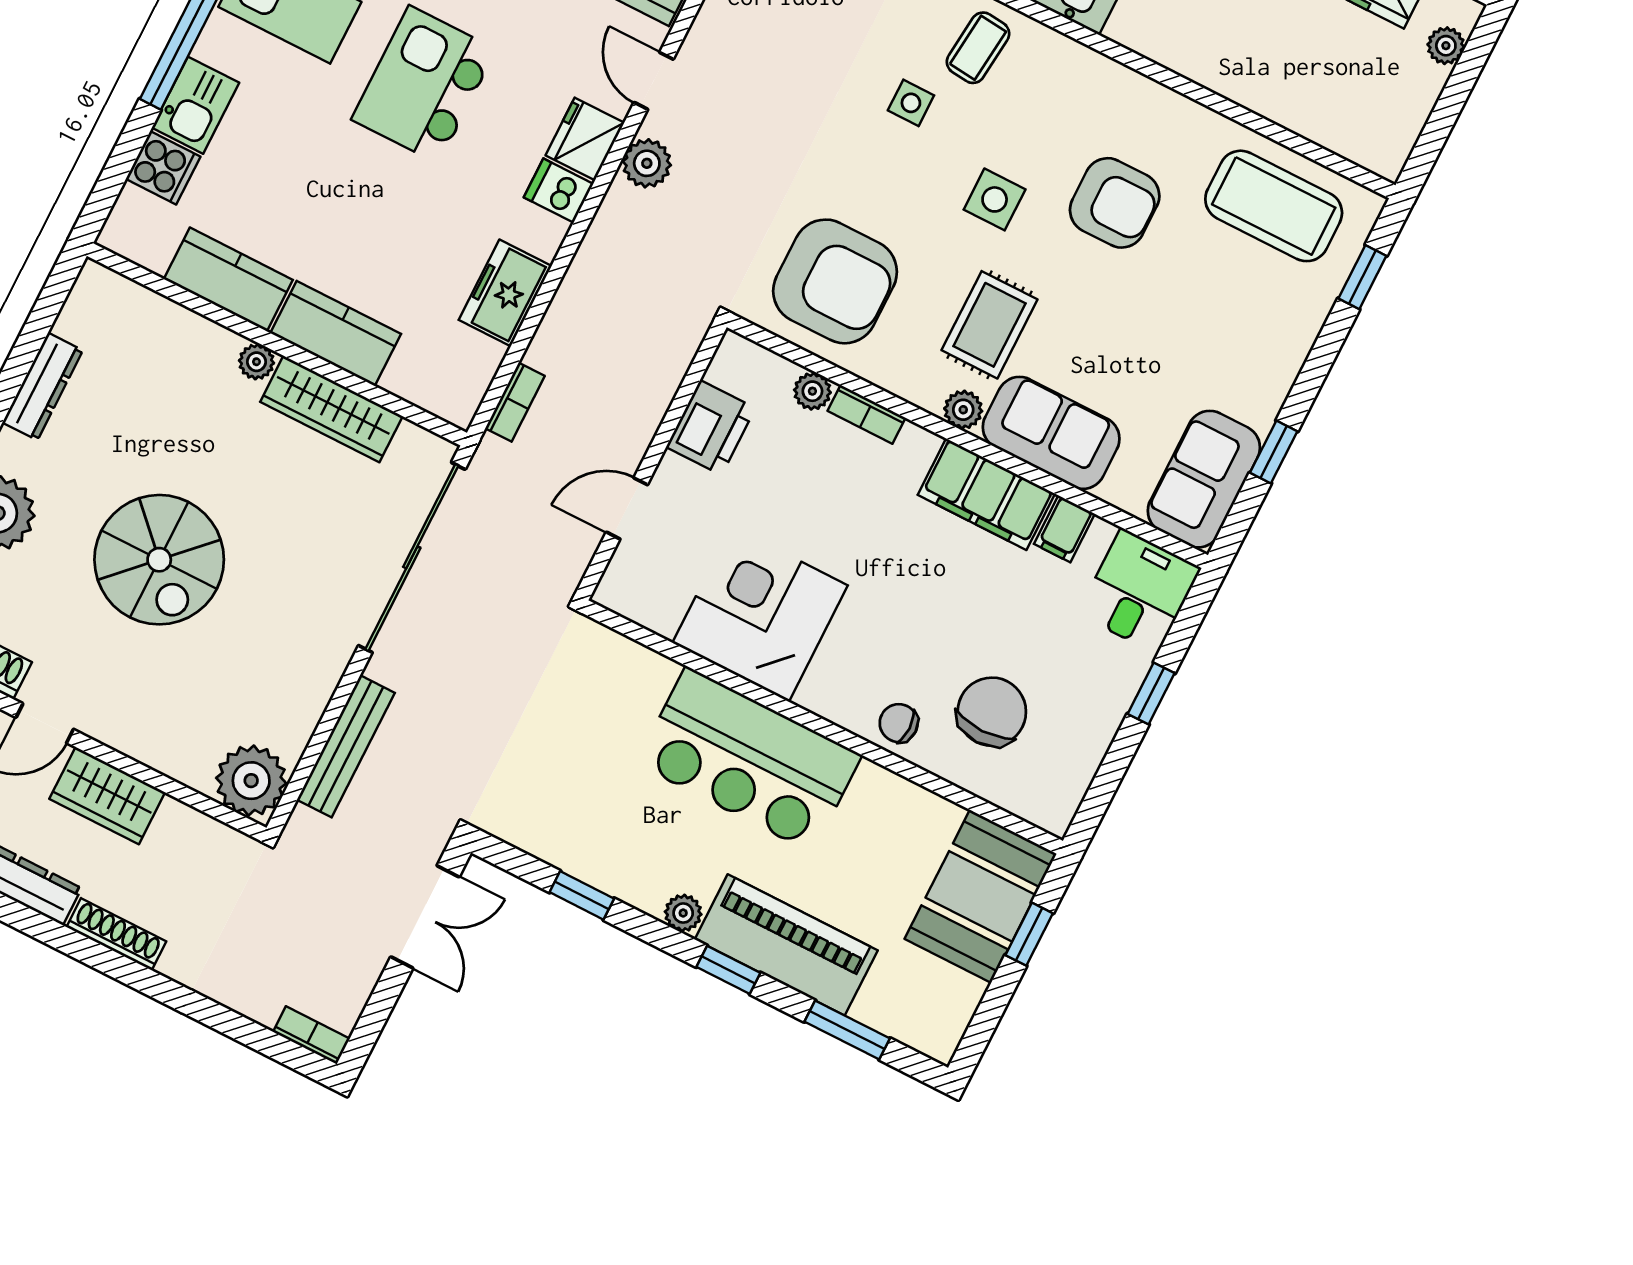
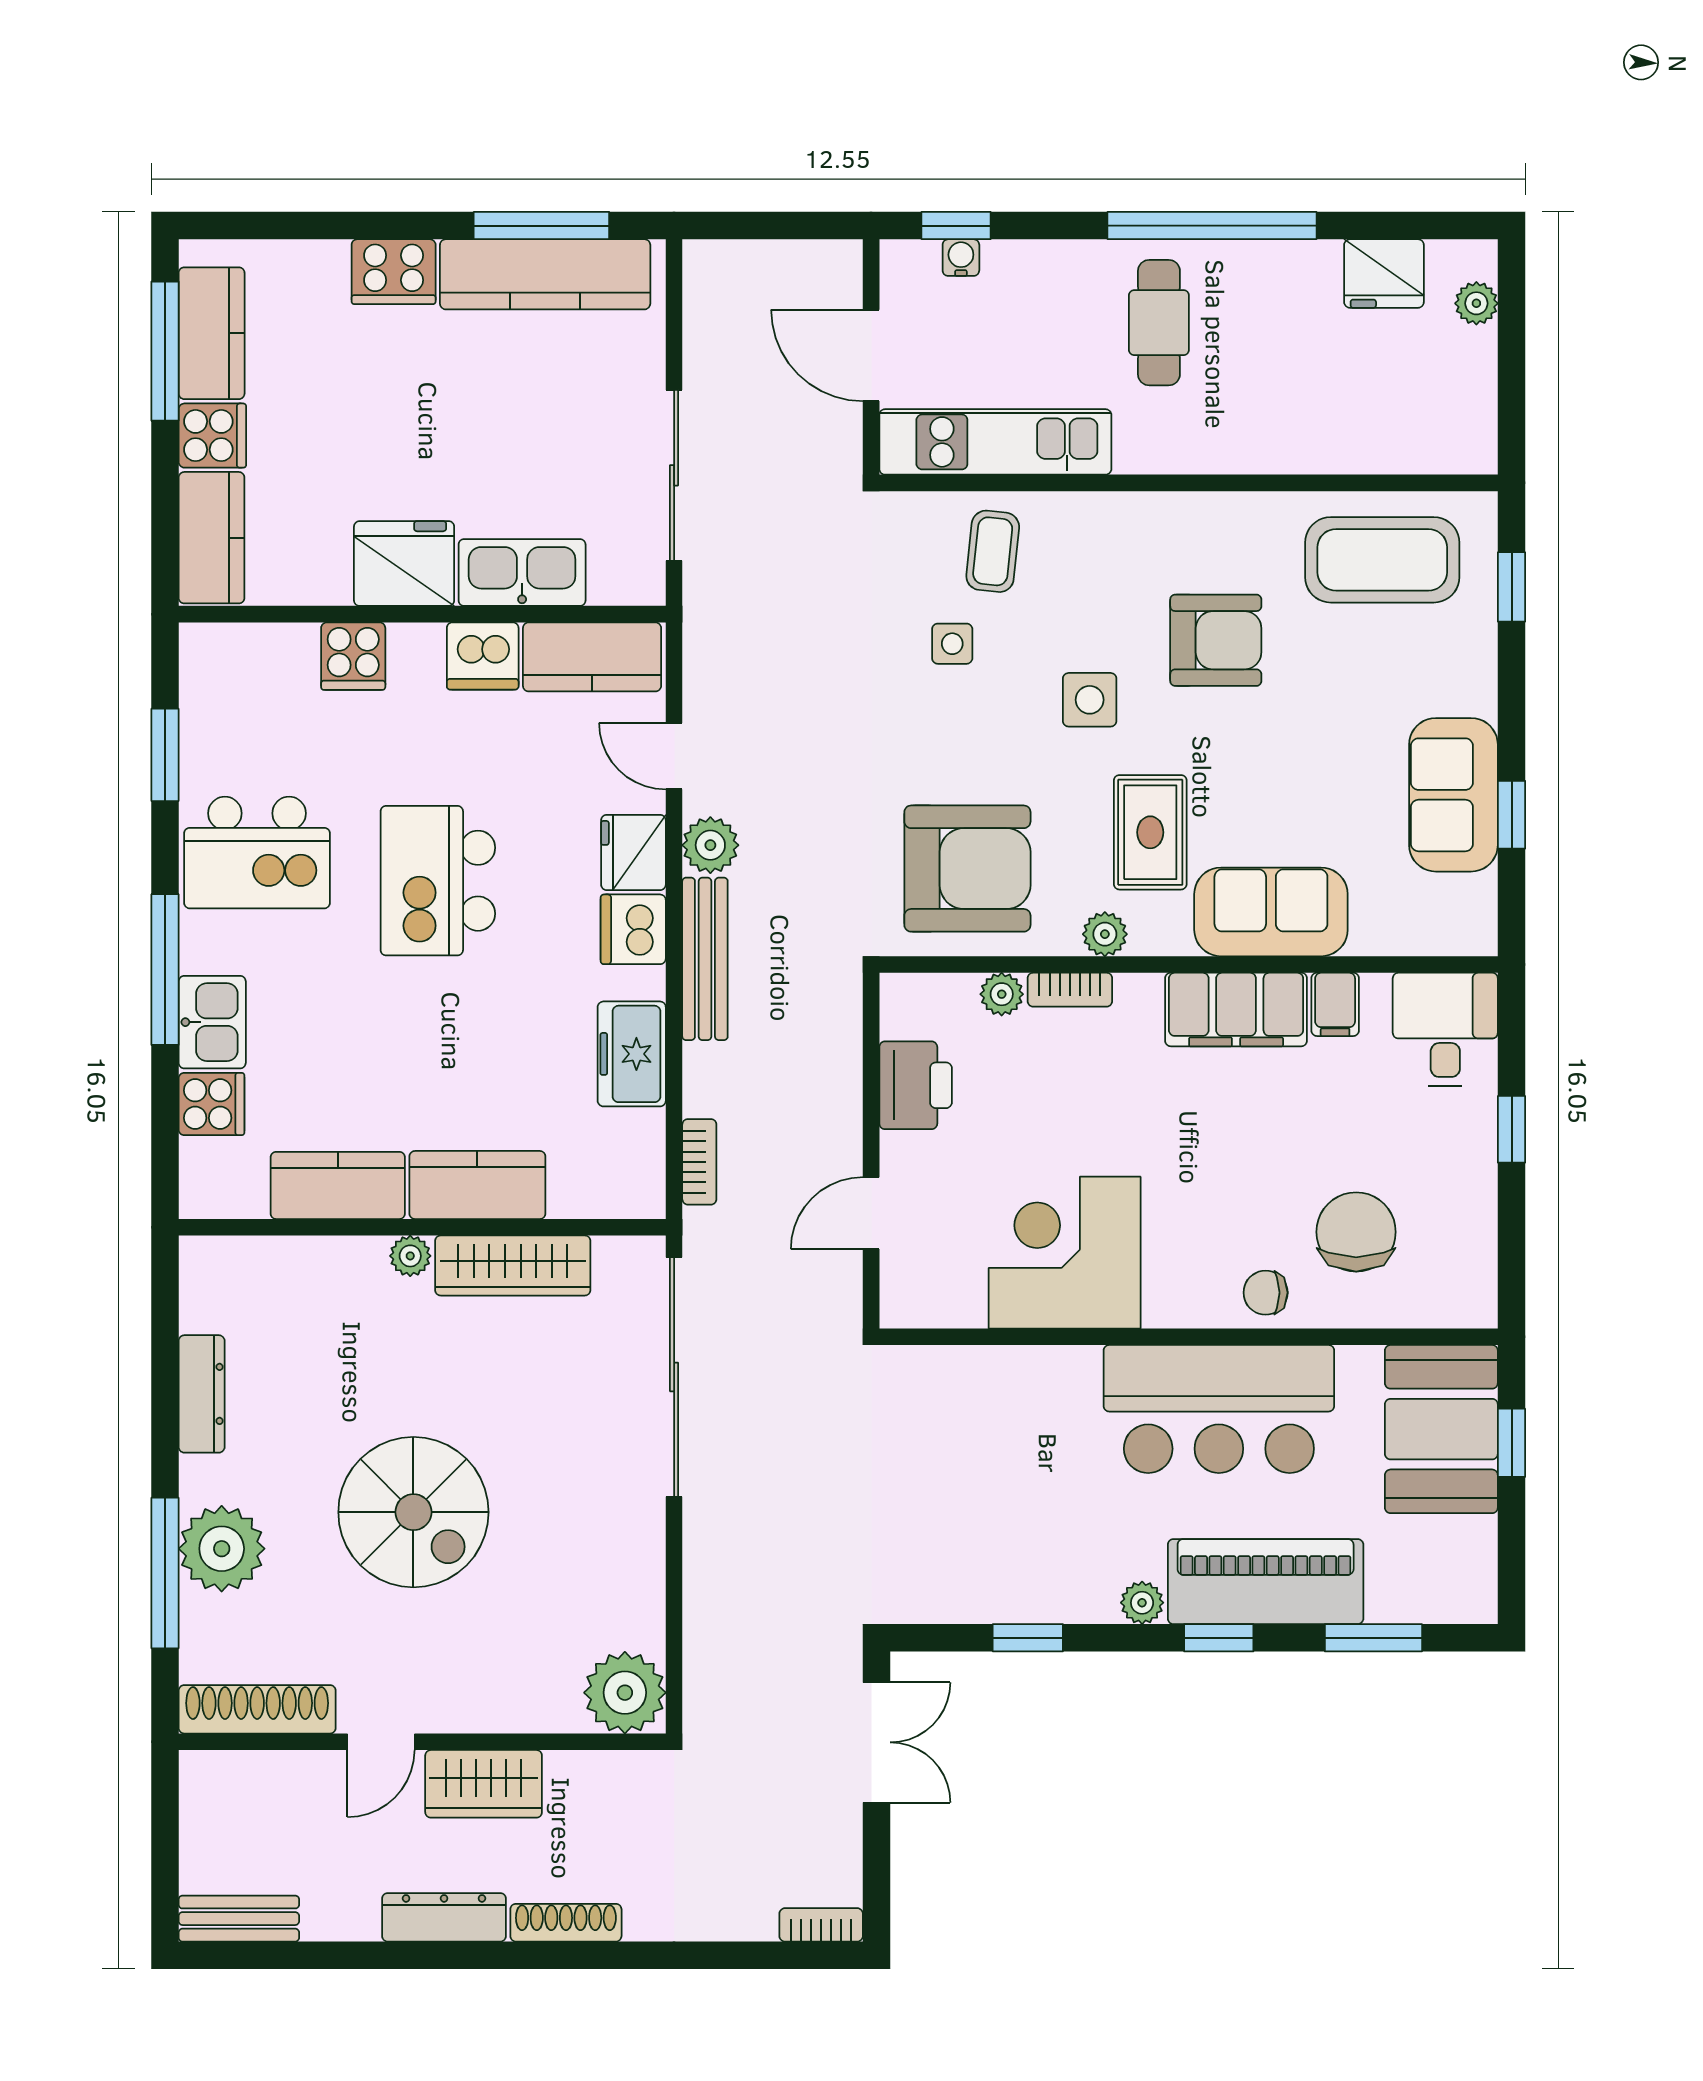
dishwasher: (559, 191) -> (633, 929), width x1.38
plant: (963, 410) -> (1105, 934), moved
sofa: (1204, 479) -> (1453, 795), moved
bench: (346, 746) -> (705, 959), moved
bar counter: (749, 759) -> (1219, 1409), moved

